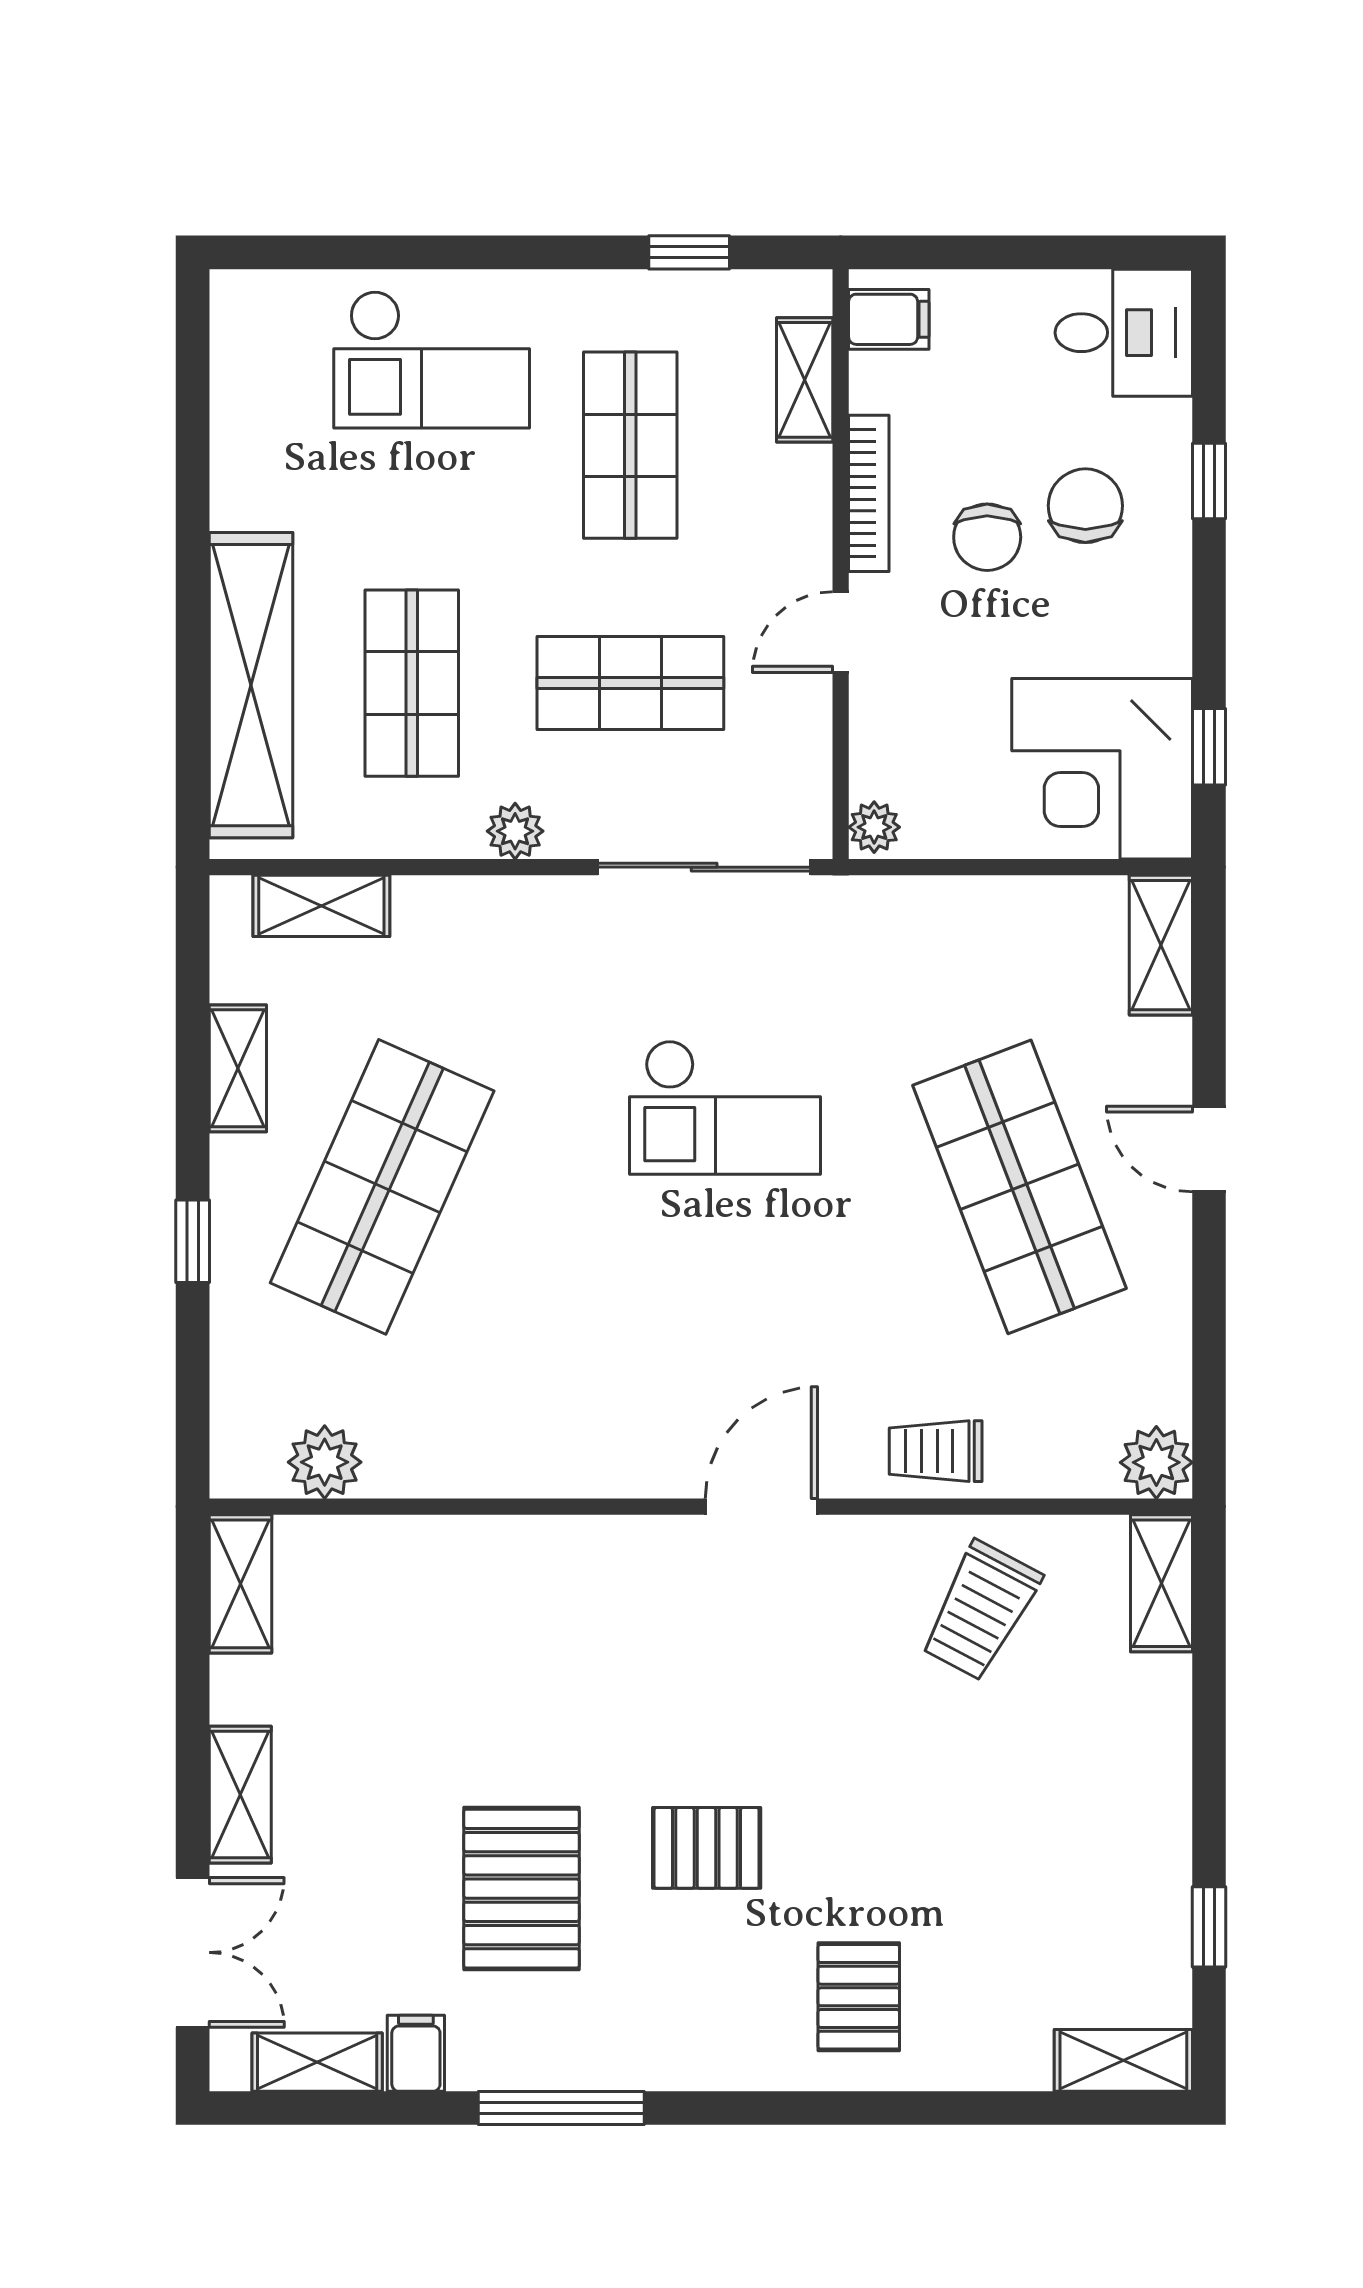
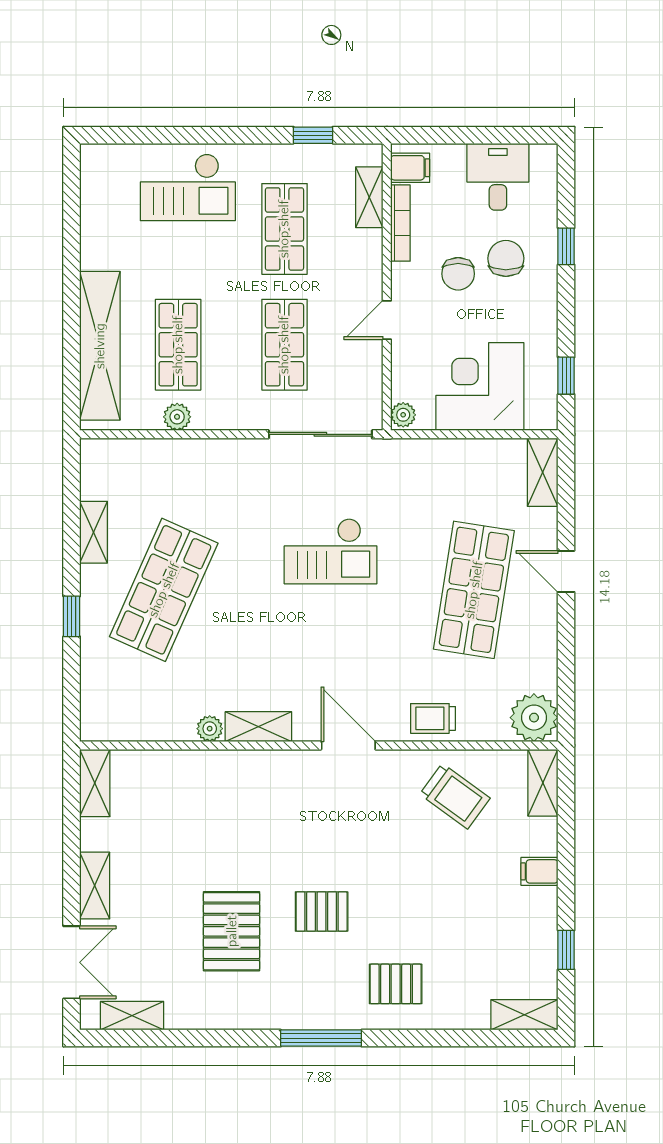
desk: (1124, 333) -> (498, 177), moved, turned -90
bookcase: (869, 493) -> (400, 223), moved
shop shelf: (630, 683) -> (284, 345), turned 90
corner desk: (1102, 769) -> (480, 386), moved, turned 90
plant: (515, 831) -> (177, 417), moved
shelving: (321, 906) -> (258, 727), moved
shop shelf: (1020, 1187) -> (474, 590), turned 30
plant: (325, 1462) -> (210, 729), moved, width x0.73, depth x0.73
plant: (1156, 1462) -> (534, 718), width x1.36, depth x1.36
door: (761, 1507) -> (348, 745), hinge flipped
trolley: (981, 1611) -> (455, 796), turned -82
pallet: (859, 1997) -> (396, 984), turned 90
filing cabinet: (416, 2053) -> (539, 871), moved, turned -90
window: (561, 2108) -> (321, 1038), moved

